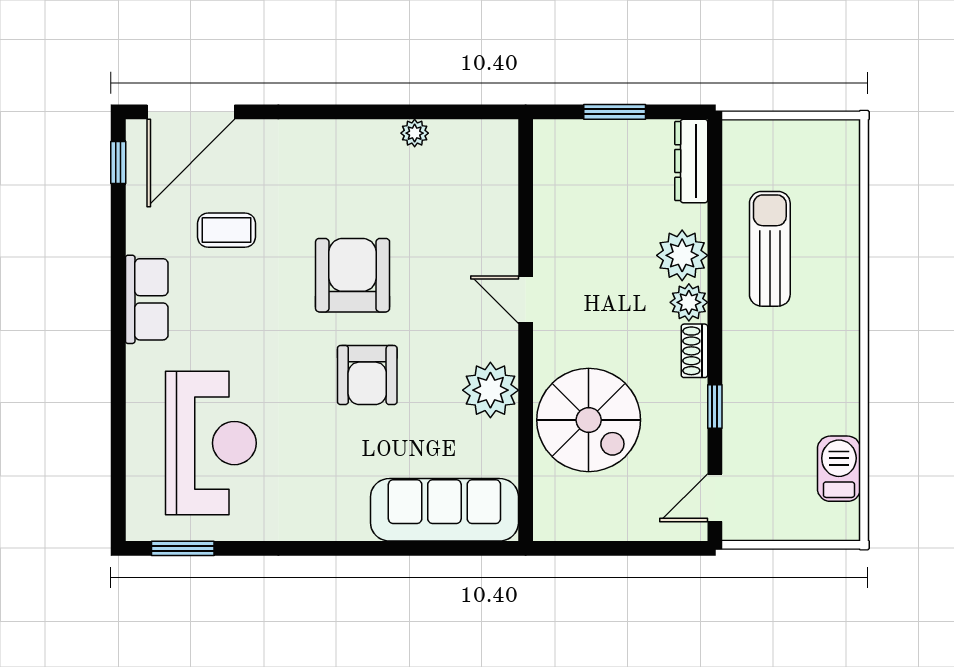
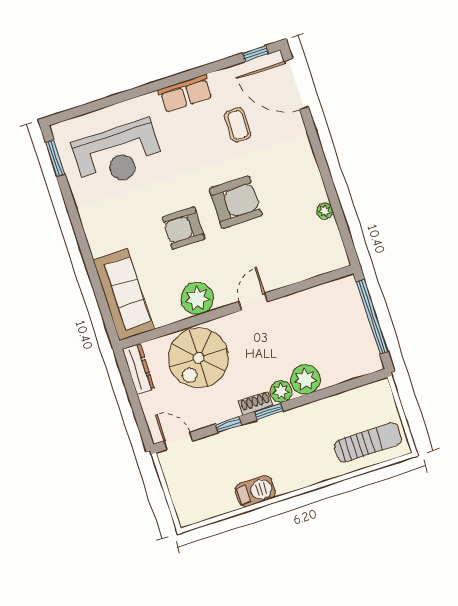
window: (615, 112) -> (372, 317), width x2.11
dresser: (691, 161) -> (138, 369), moved, turned 90
sun lounger: (770, 249) -> (368, 442), moved
window: (715, 333) -> (269, 411), added
barbecue: (839, 469) -> (255, 491), moved

